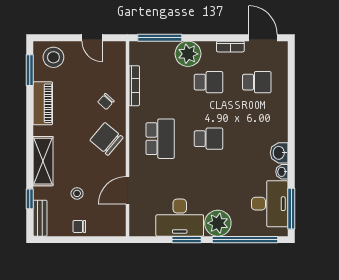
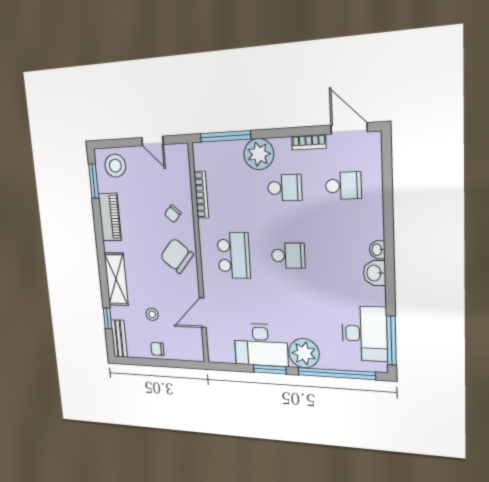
washbasin: (282, 172) -> (377, 250), moved

